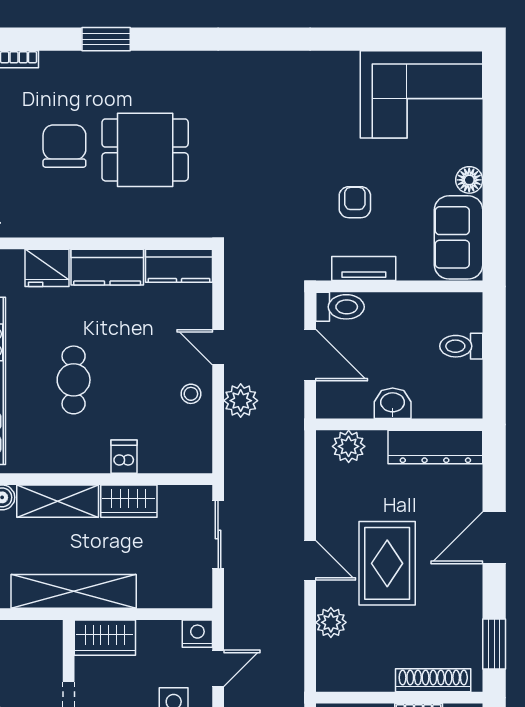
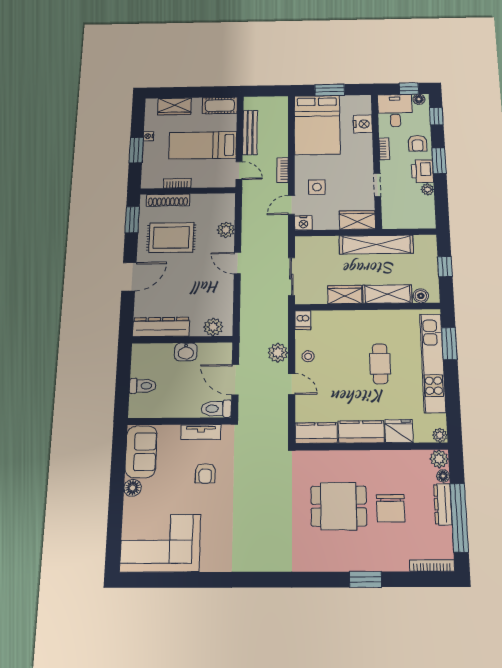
dishwasher: (124, 457) -> (303, 320), moved
rug: (387, 563) -> (171, 238), moved, turned 90

